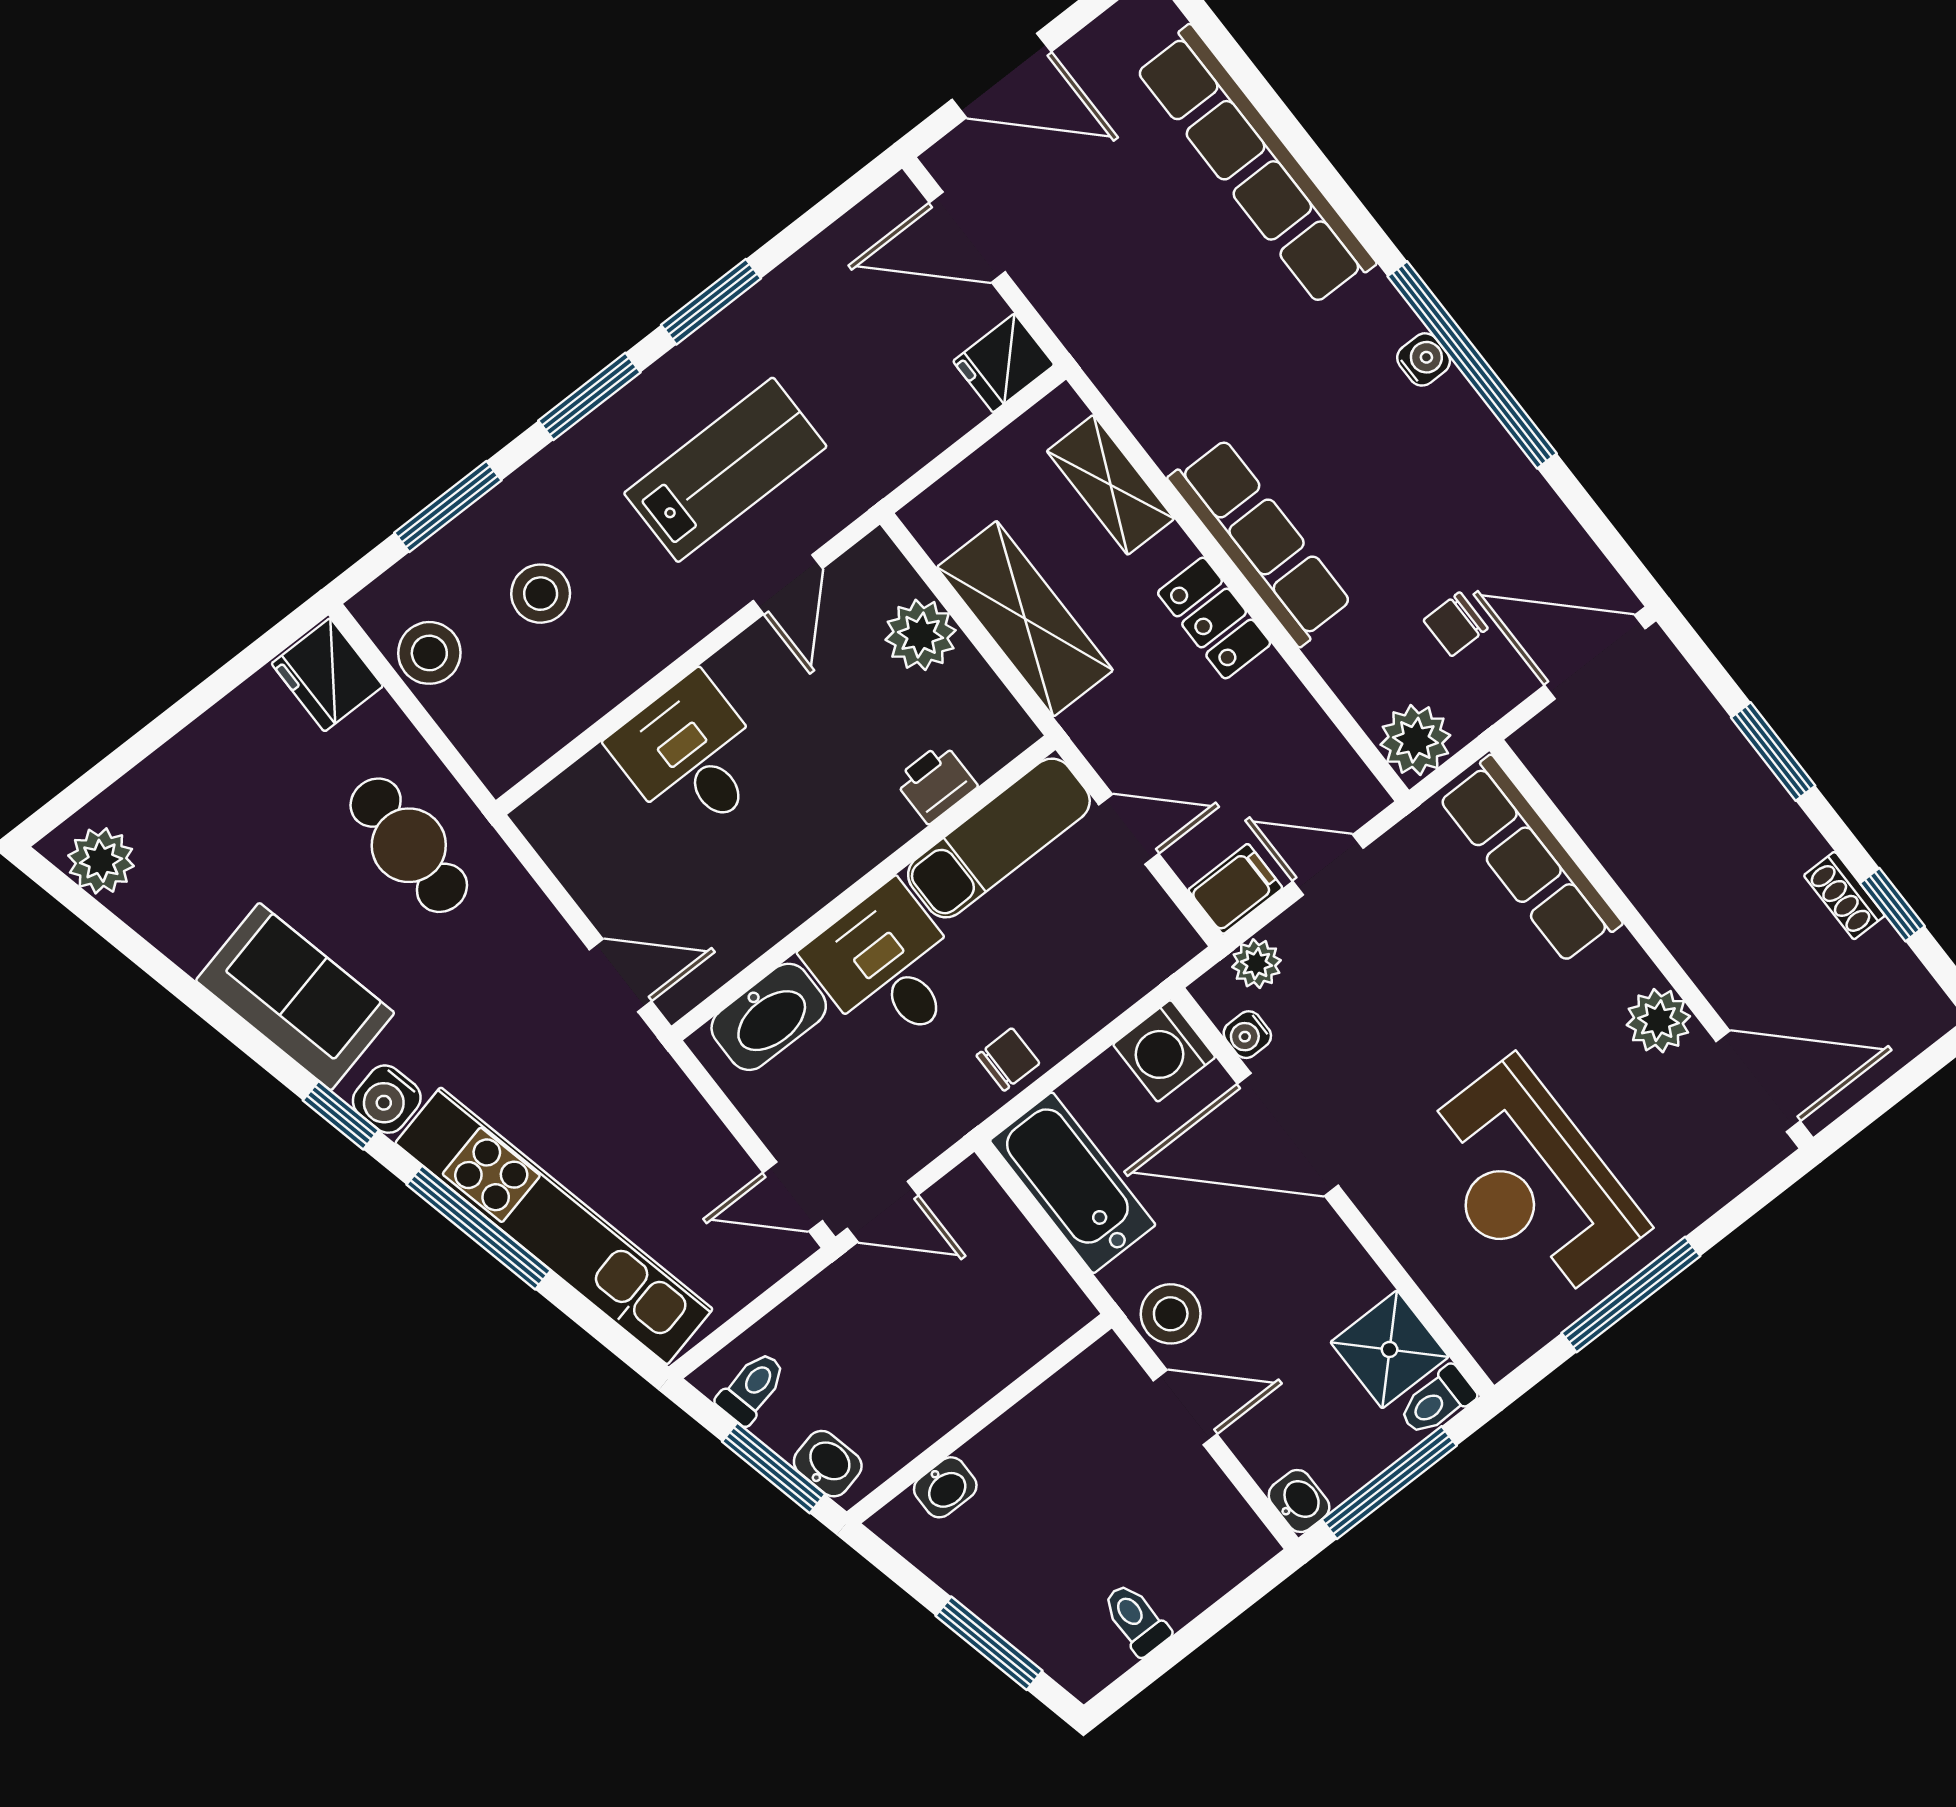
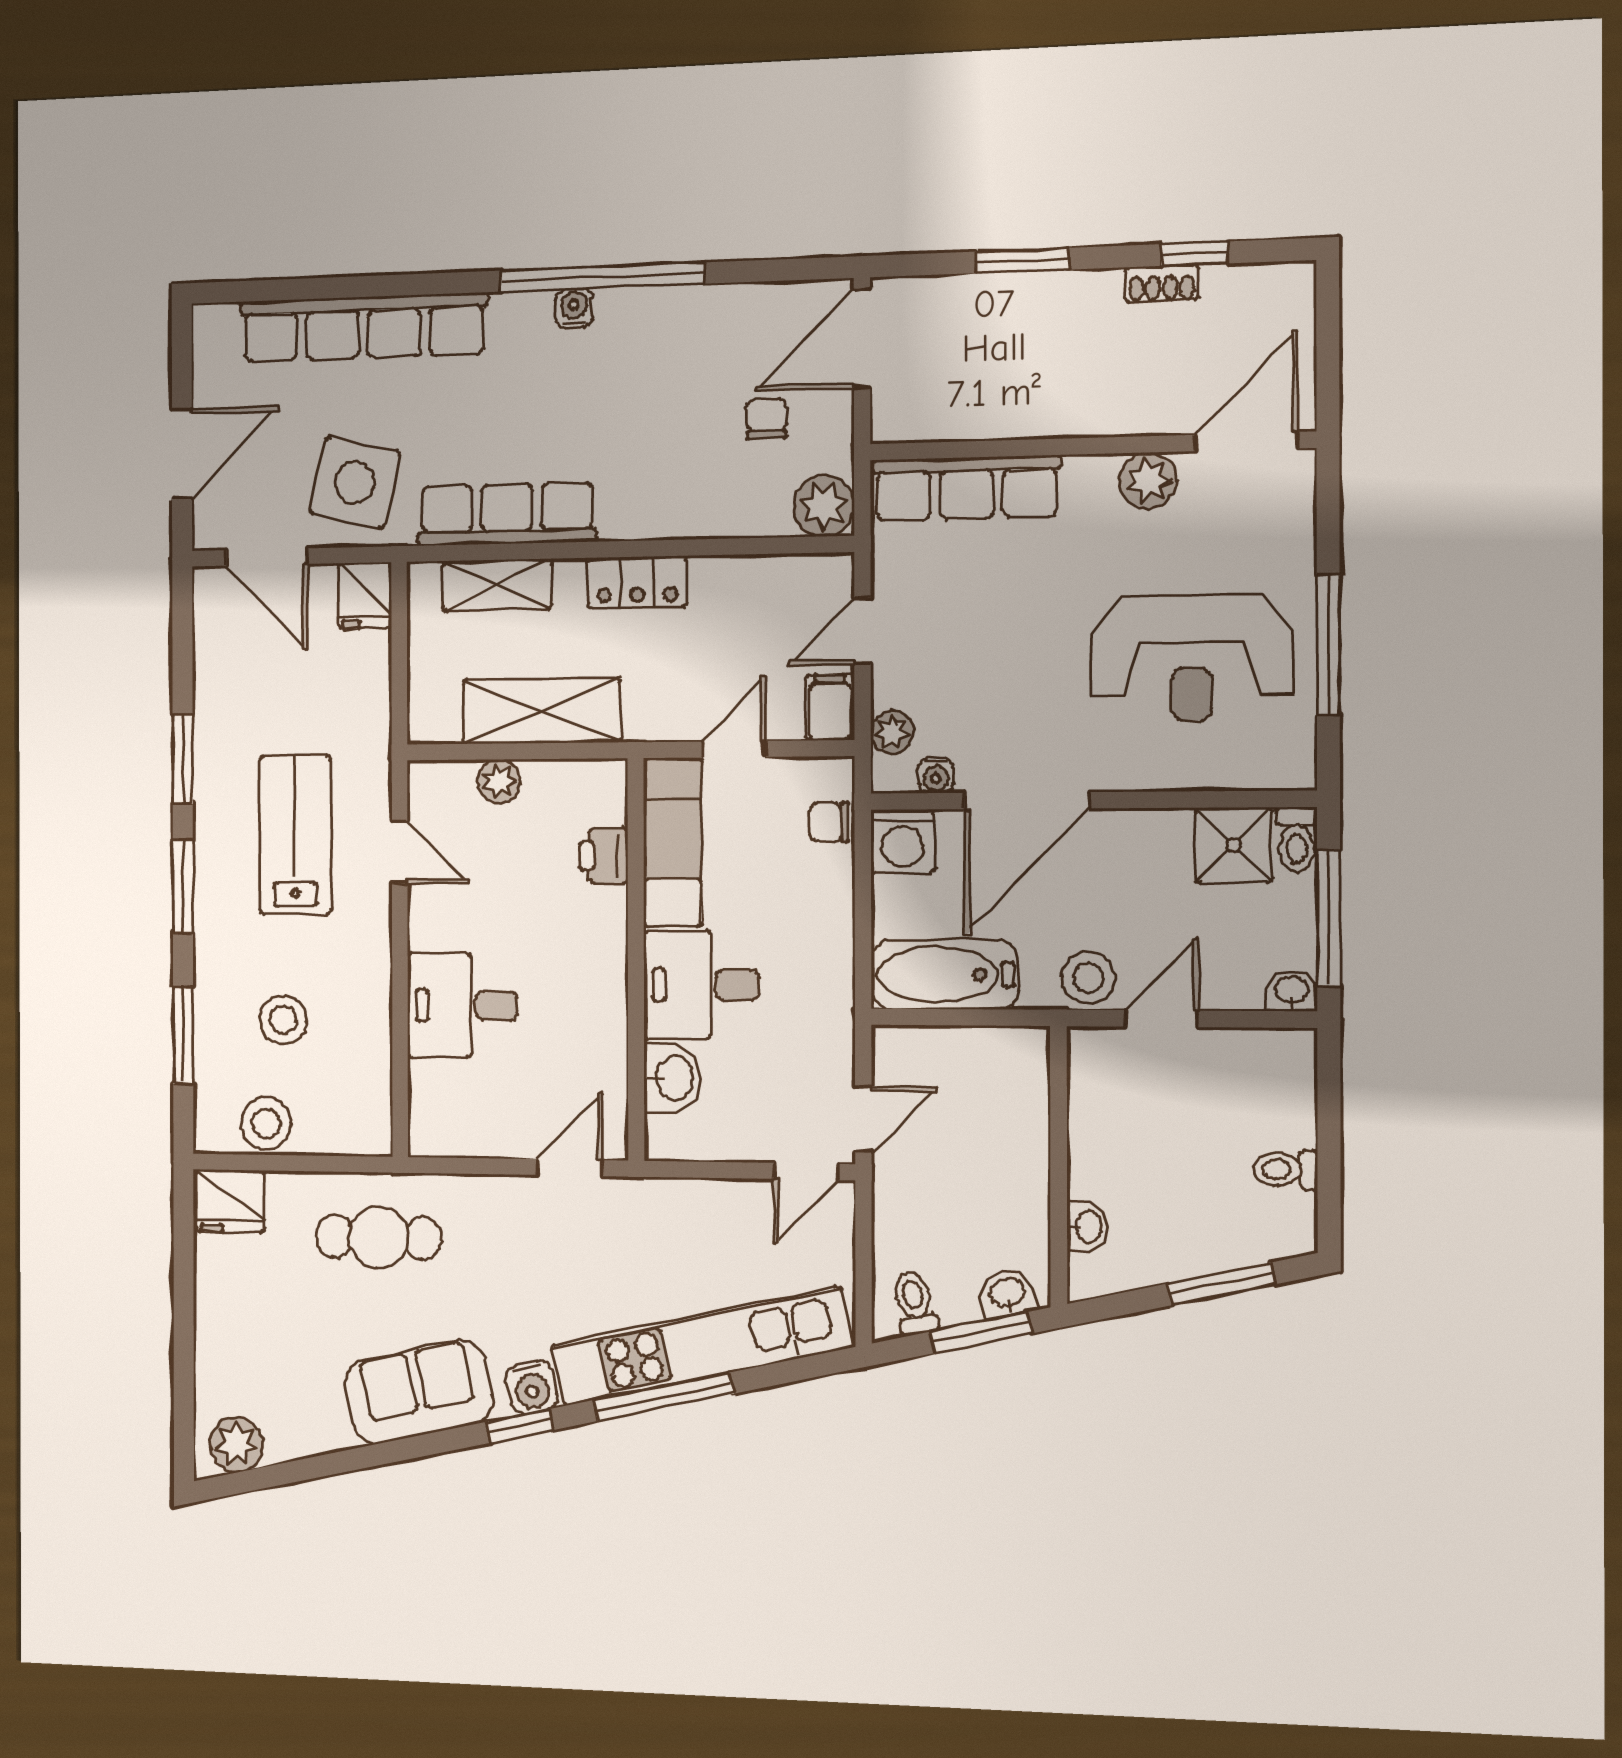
door: (967, 237) -> (267, 557), hinge flipped
side table: (1103, 270) -> (355, 483), added
row of seats: (1260, 542) -> (507, 514), moved
chair: (1456, 624) -> (767, 419), turned 180
plant: (921, 635) -> (499, 781), width x0.73, depth x0.73
washbasin: (769, 1017) -> (673, 1078), width x0.72
chair: (1008, 1059) -> (829, 822), moved, turned -90

